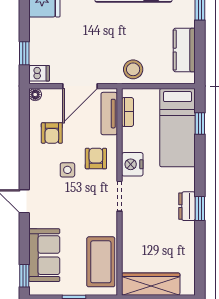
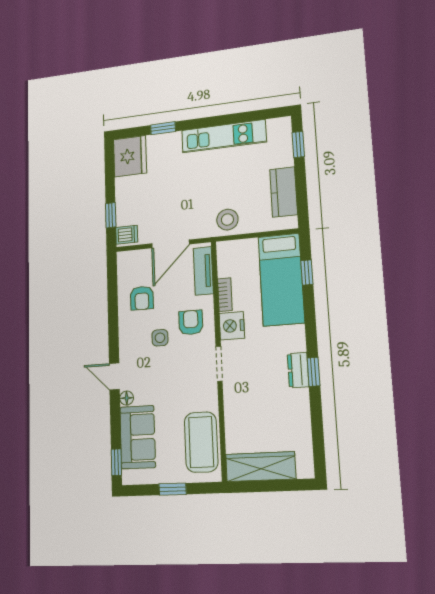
floor lamp: (35, 95) -> (127, 398), moved
bookcase: (128, 112) -> (225, 295), moved

